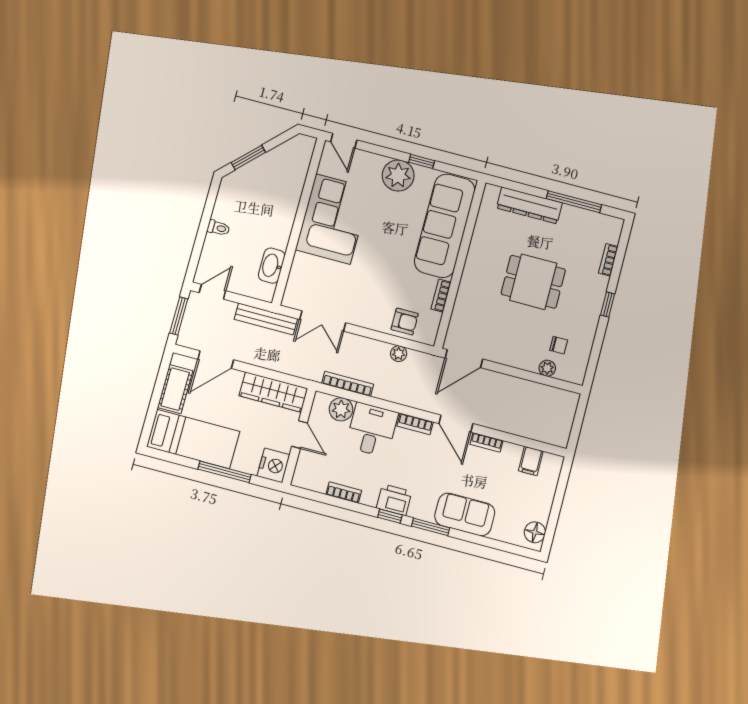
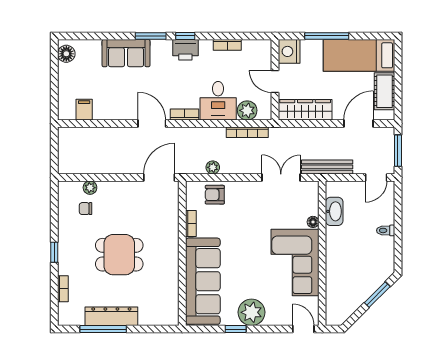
dresser: (529, 205) -> (111, 316), moved
floor lamp: (299, 260) -> (313, 222), added
bookcase: (486, 442) -> (124, 115), removed

